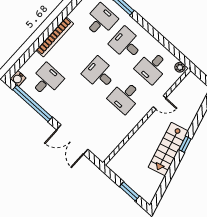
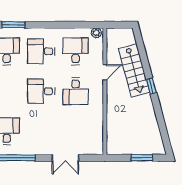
desk: (152, 67) -> (76, 51), turned 180
double door: (72, 140) -> (65, 158), width x0.73
stairs: (168, 149) -> (134, 70), moved

